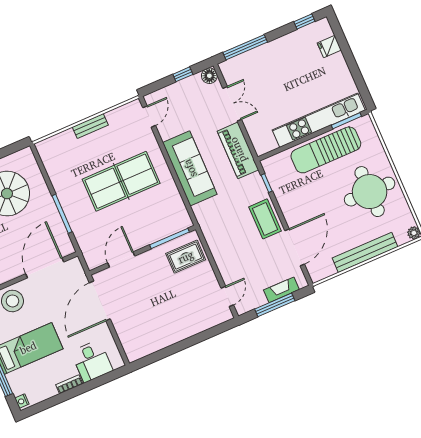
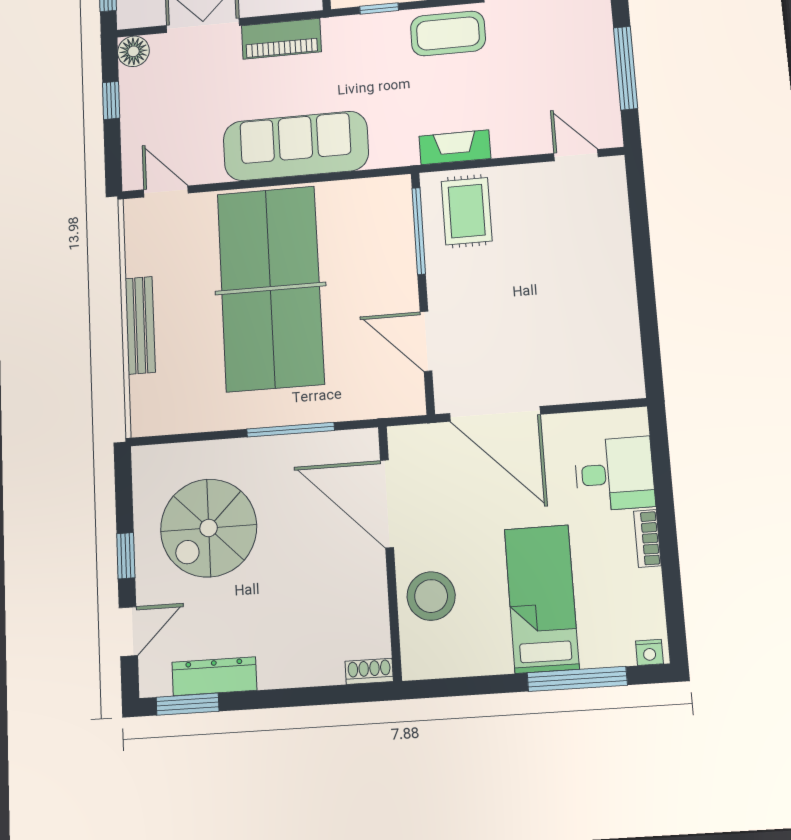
bench: (90, 126) -> (140, 325), width x1.36
piano: (238, 150) -> (281, 39), width x0.73, depth x0.75
table tennis table: (121, 181) -> (270, 288), width x1.36, depth x1.32
fireplace: (281, 290) -> (455, 147), moved, turned 90

